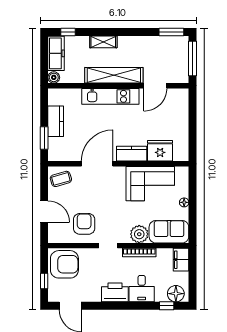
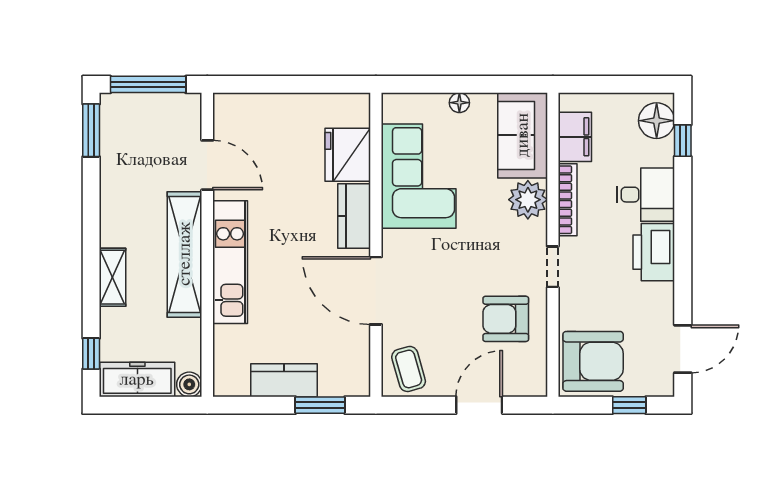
filing cabinet: (181, 260) -> (575, 137), moved, turned -90
armchair: (64, 264) -> (593, 361), turned 90

